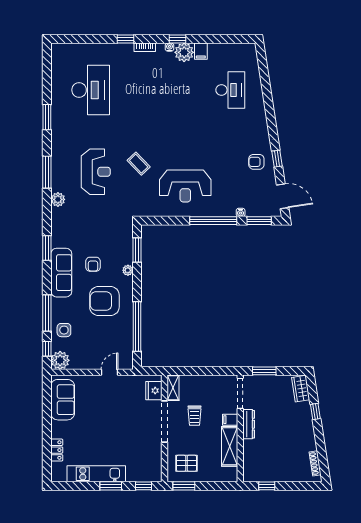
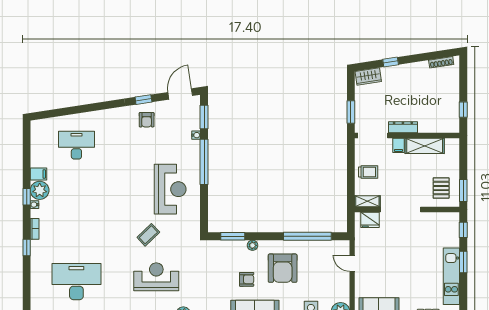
trolley: (194, 416) -> (368, 172), moved

